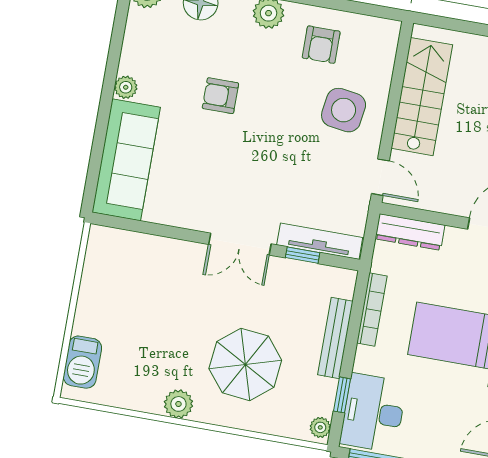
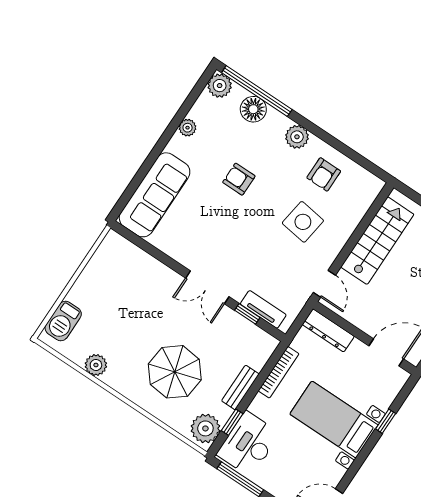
plant: (126, 87) -> (188, 128), moved
side table: (344, 110) -> (303, 222), moved
tv unit: (320, 241) -> (263, 309), width x0.71
bench: (335, 338) -> (240, 387), width x0.73
plant: (178, 404) -> (96, 365), moved
plant: (320, 427) -> (205, 428), width x1.87, depth x1.87

